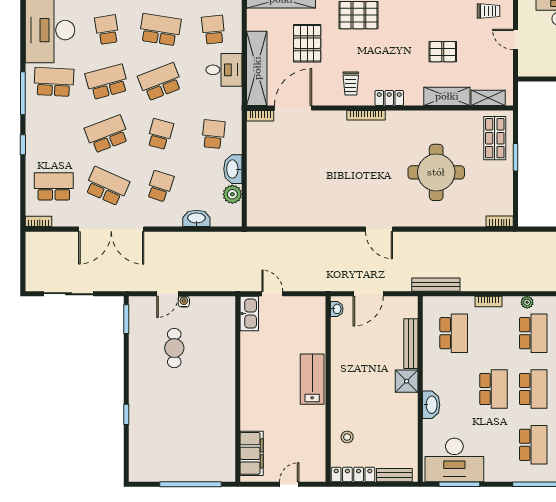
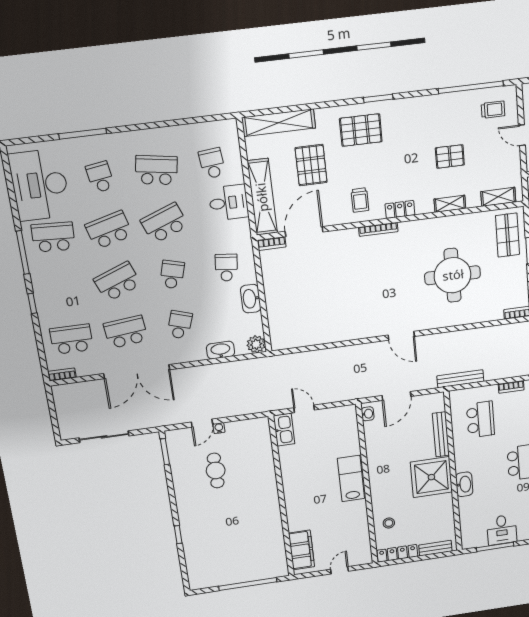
shelving: (447, 96) -> (450, 204), width x0.67, depth x0.75
school desk: (107, 186) -> (126, 332), turned -30
plant: (232, 194) -> (256, 344), moved
shower: (407, 381) -> (431, 477), width x1.86, depth x1.86
desk: (454, 460) -> (502, 530), width x0.53, depth x0.77

